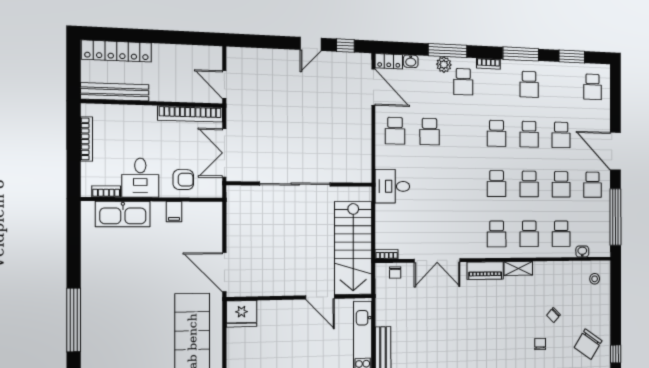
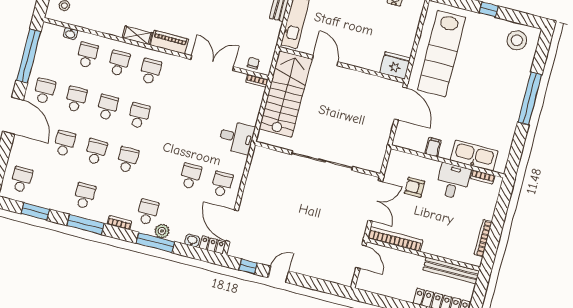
desk: (140, 178) -> (453, 181), moved
bookcase: (106, 191) -> (483, 177), moved
wall: (153, 199) -> (447, 161), moved
filing cabinet: (174, 212) -> (433, 147), moved
kitchen sink: (123, 214) -> (474, 156), moved

